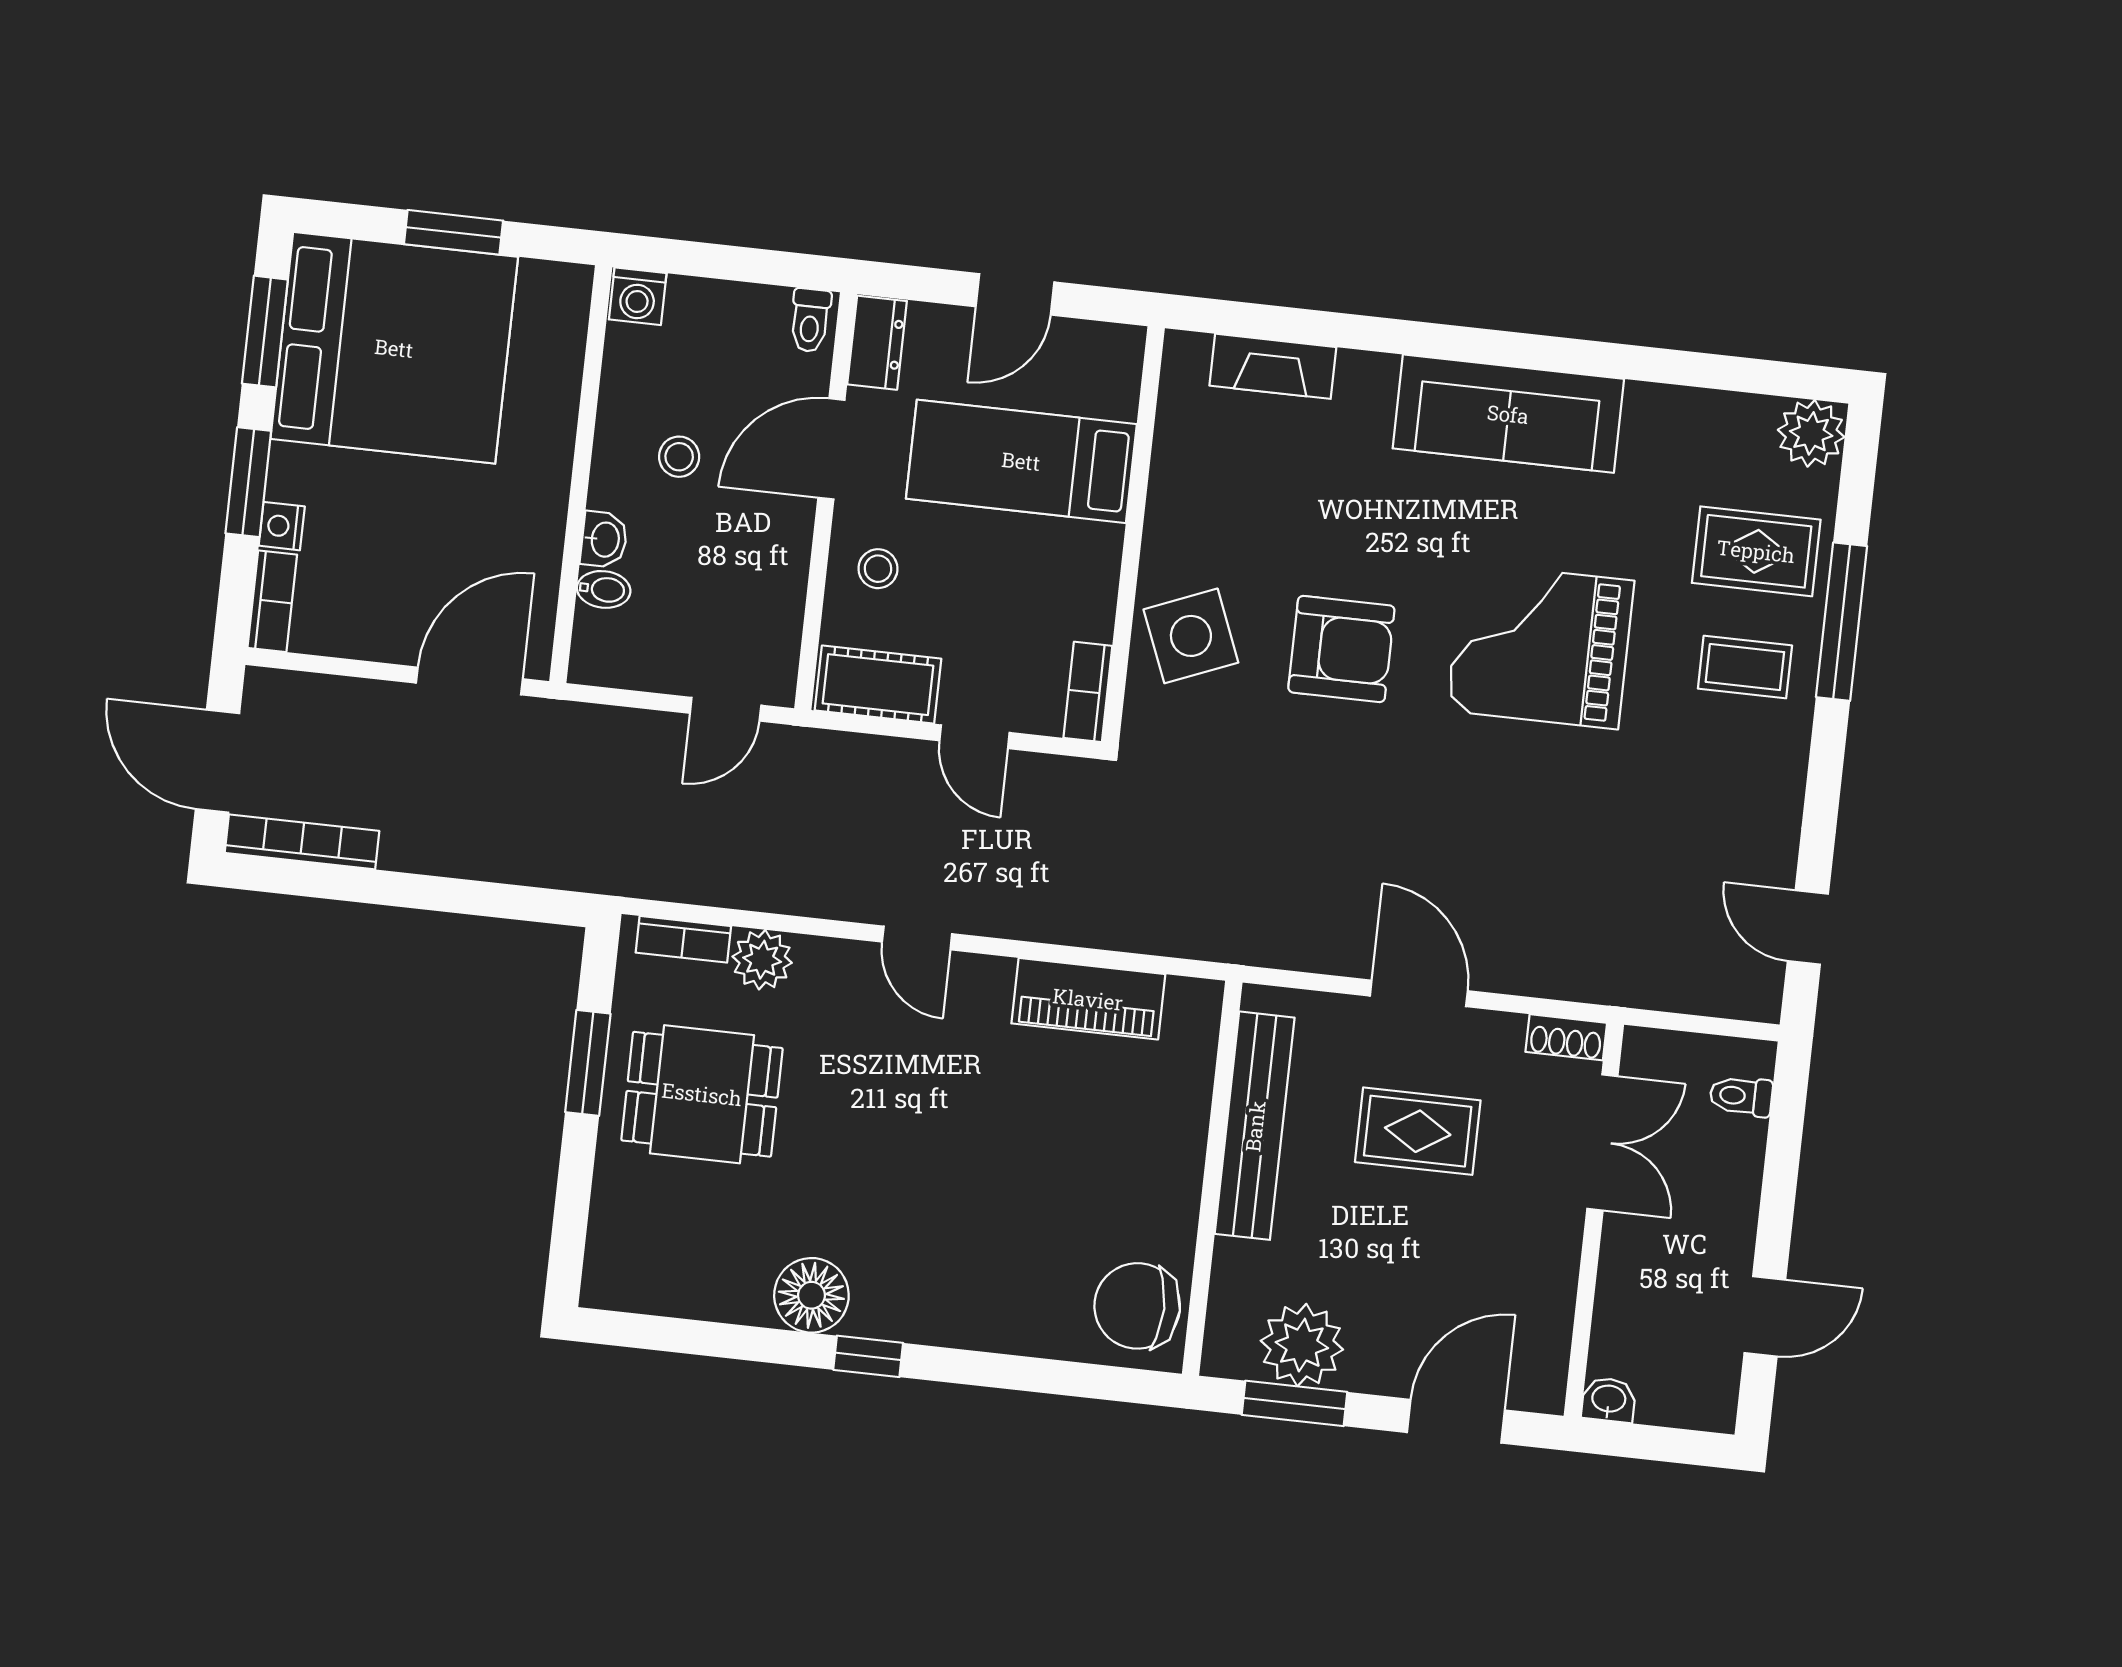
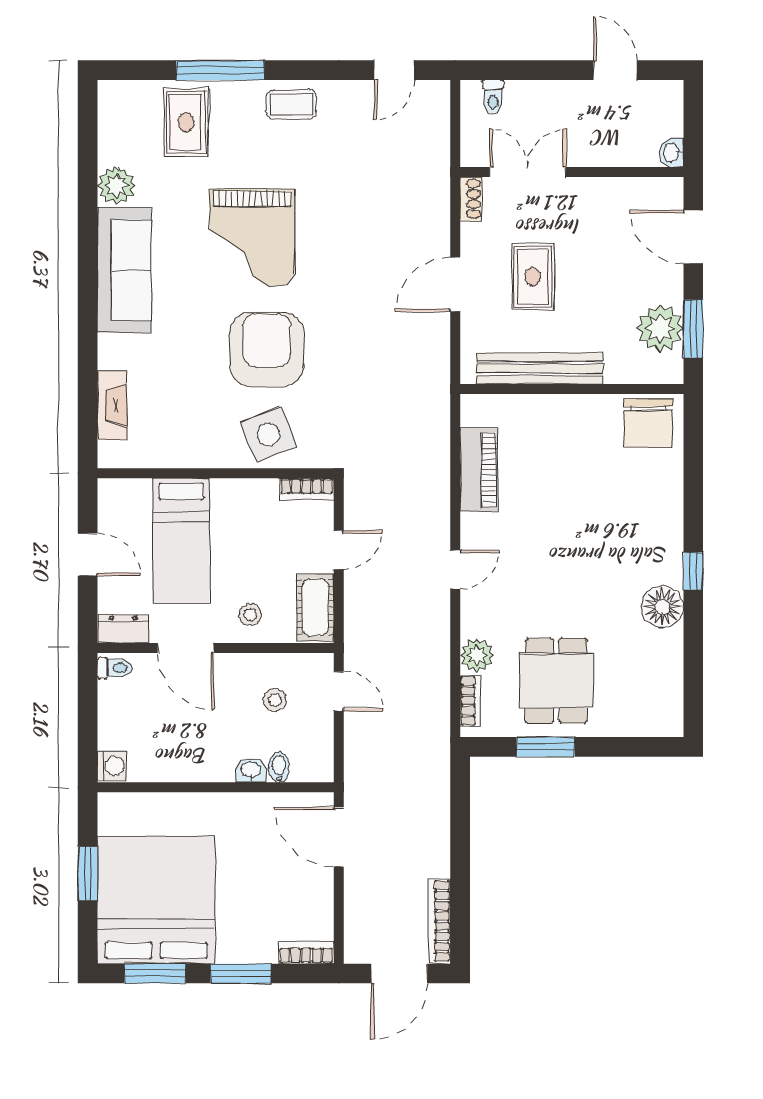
plant: (1811, 433) -> (116, 186), moved
stool: (679, 457) -> (275, 700), moved
nightstand: (282, 526) -> (263, 952), removed
armchair: (1341, 649) -> (267, 349), width x1.36, depth x1.36
coffee table: (1745, 667) -> (291, 104), moved, turned 90

